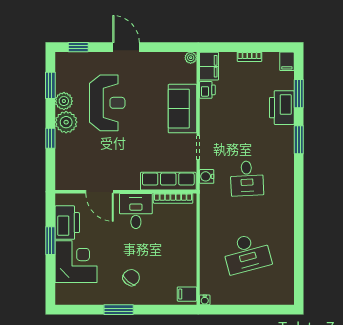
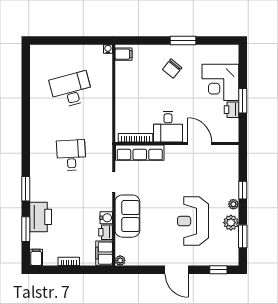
plant: (66, 122) -> (233, 204), width x0.53, depth x0.53
water cooler: (207, 176) -> (106, 218), moved
printer: (67, 223) -> (231, 110), width x0.53, depth x0.68

